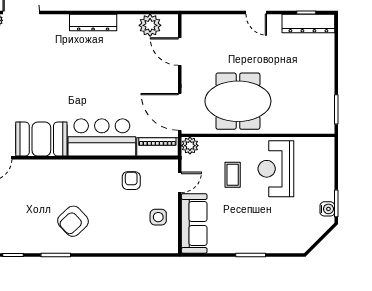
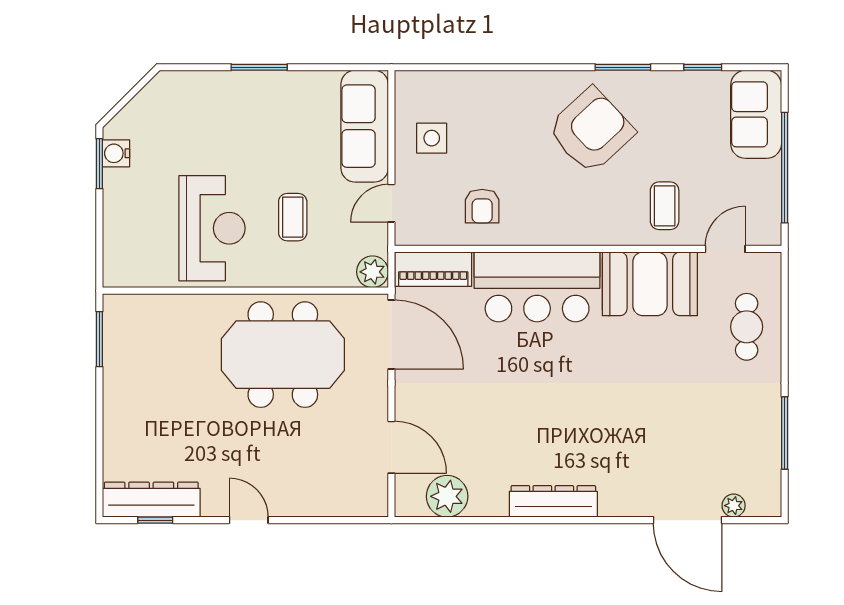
coffee table: (34, 181) -> (665, 206), added
armchair: (73, 221) -> (591, 130), width x1.36, depth x1.36

